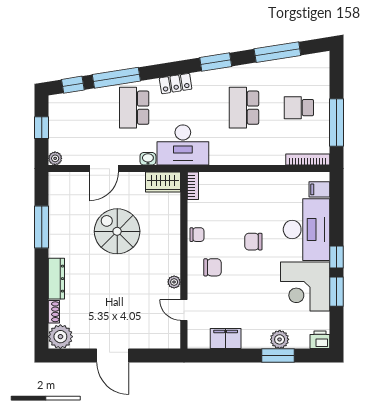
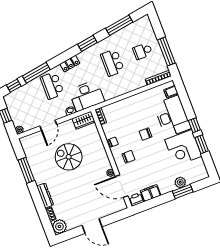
door: (184, 310) -> (122, 186), width x1.88
printer: (320, 340) -> (136, 199), moved

